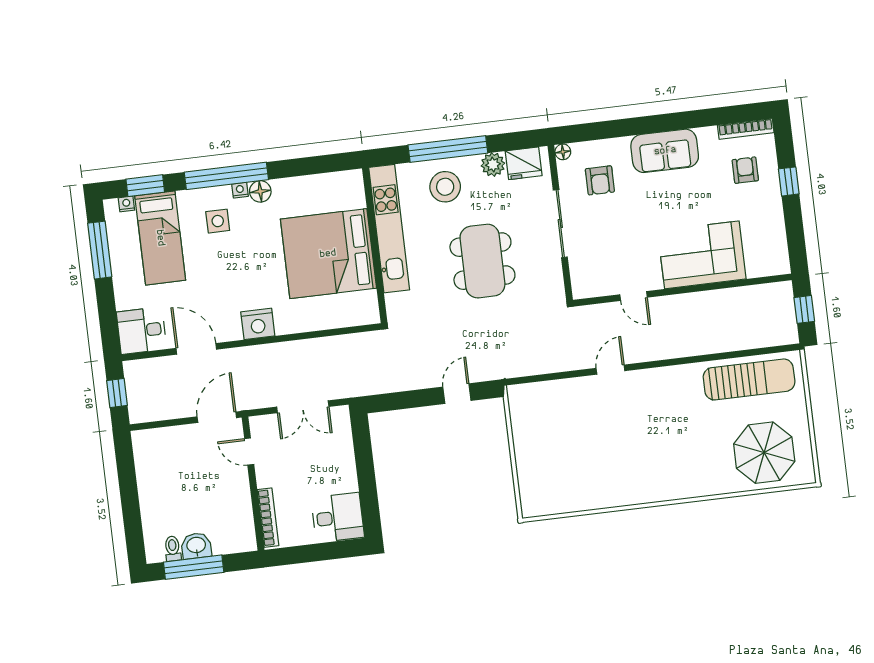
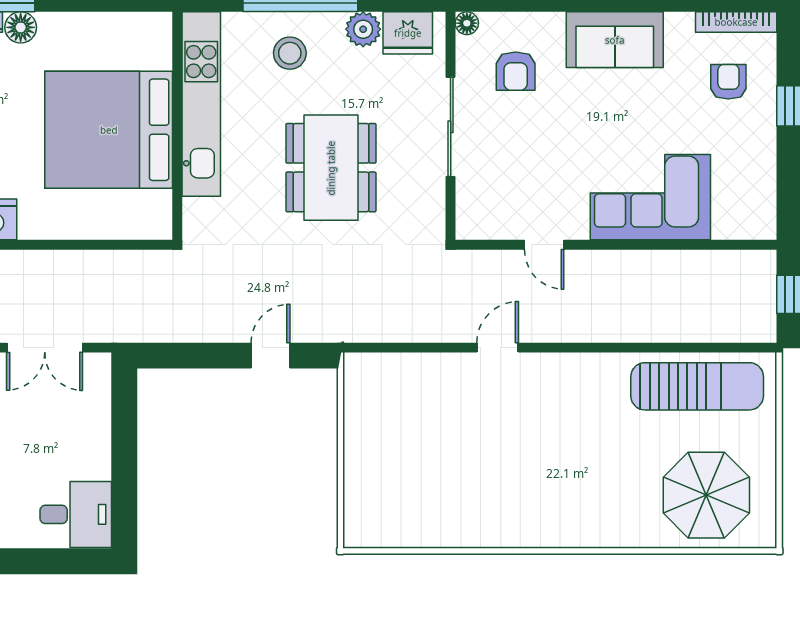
stool: (445, 187) -> (290, 53), width x0.73, depth x0.73

